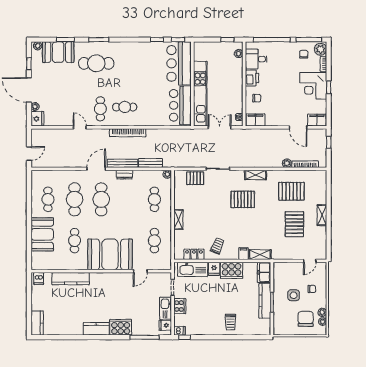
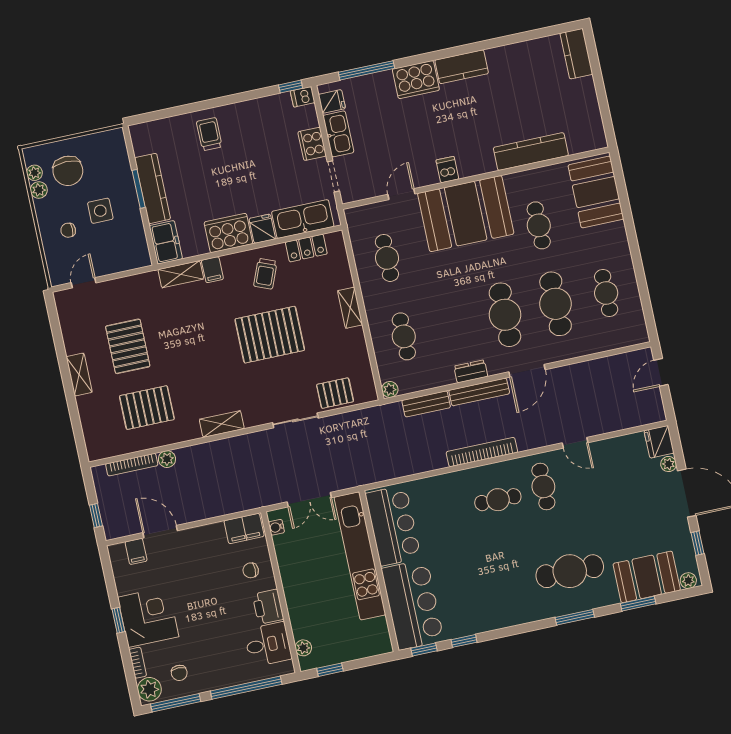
filing cabinet: (317, 120) -> (136, 551), width x0.50
pallet: (243, 199) -> (270, 335), moved, width x1.37, depth x1.41
booth: (42, 234) -> (596, 192), moved
dishwasher: (39, 279) -> (447, 170), moved

